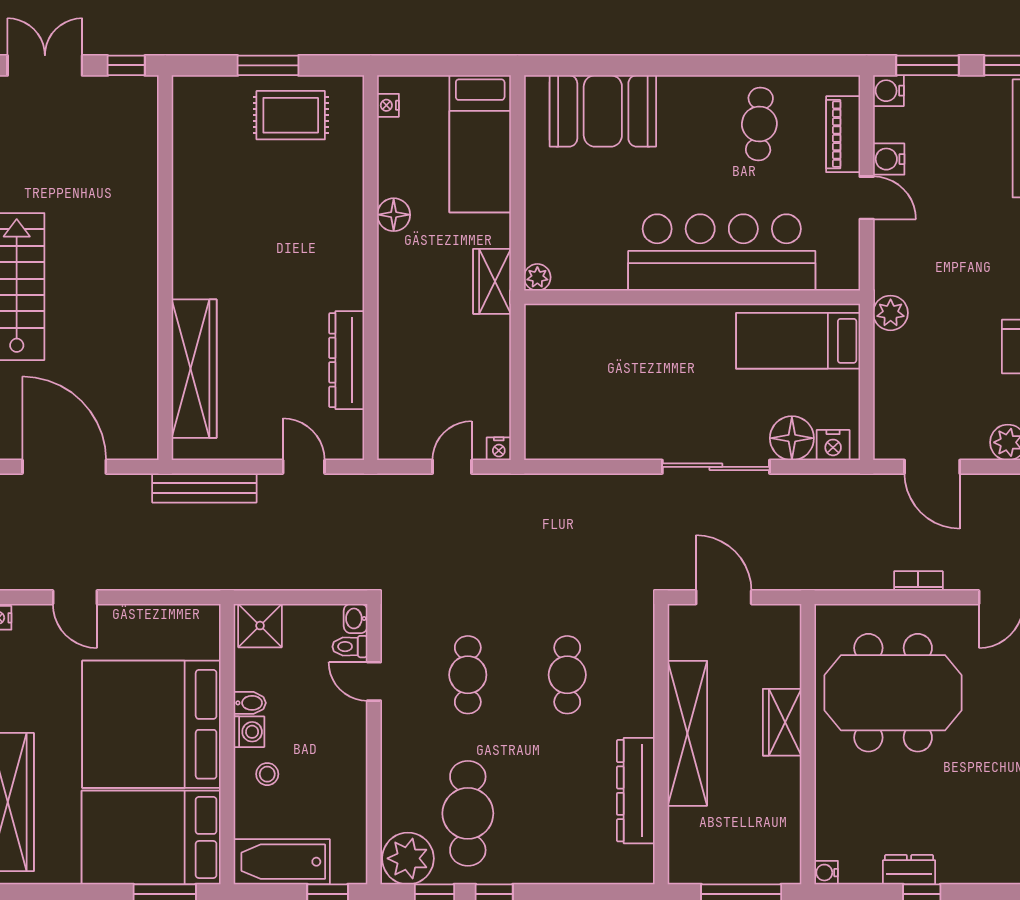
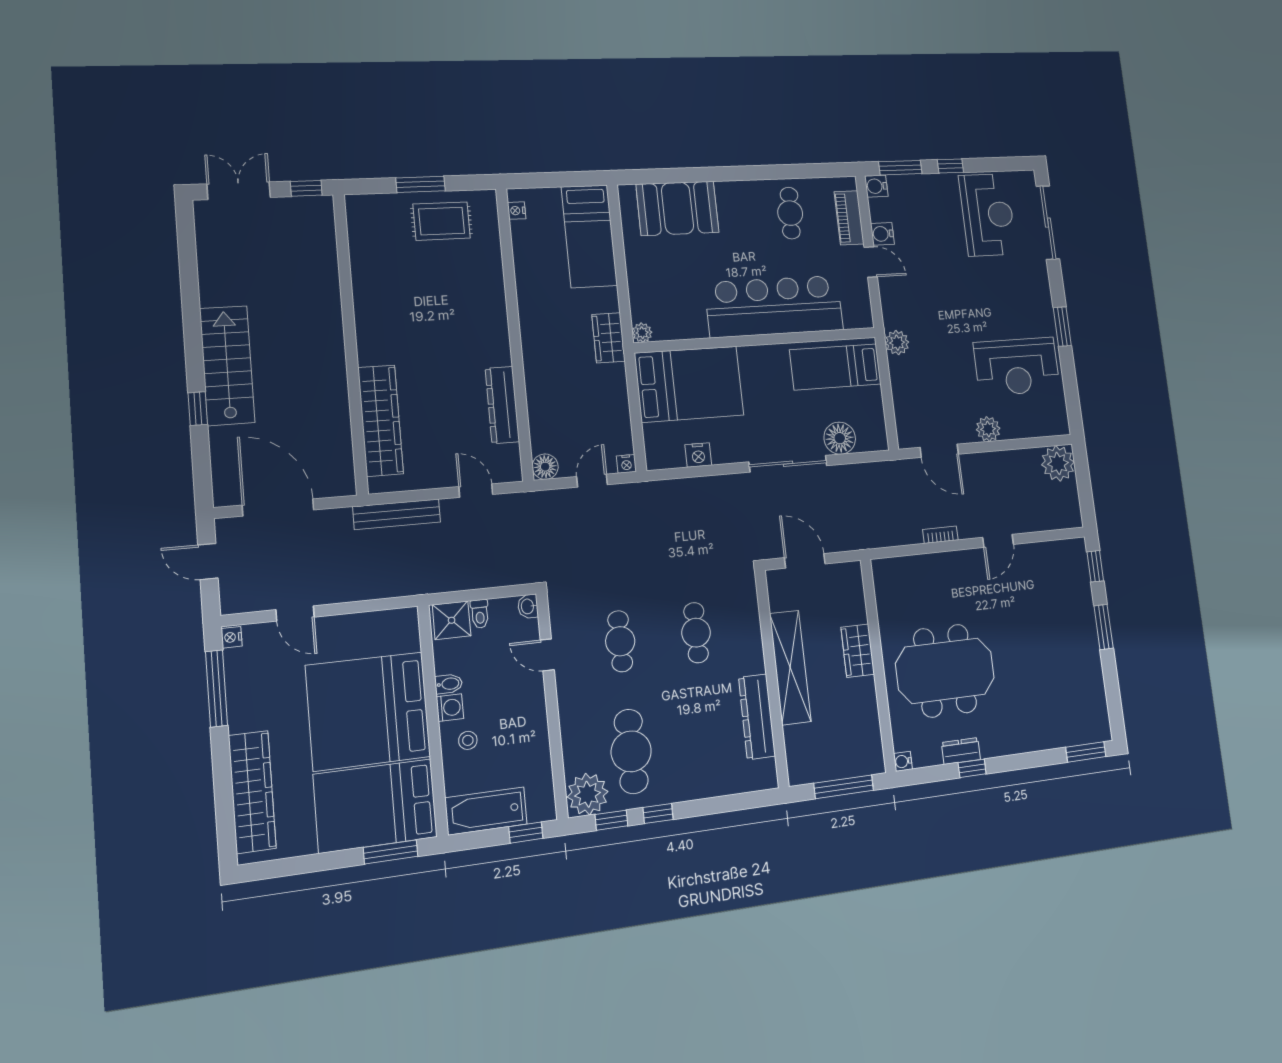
floor lamp: (394, 215) -> (545, 467), moved
bed: (593, 350) -> (689, 384), added
nightstand: (833, 445) -> (698, 455), moved
toilet: (350, 647) -> (480, 614), moved, turned -90
meeting table: (893, 693) -> (945, 671), moved

